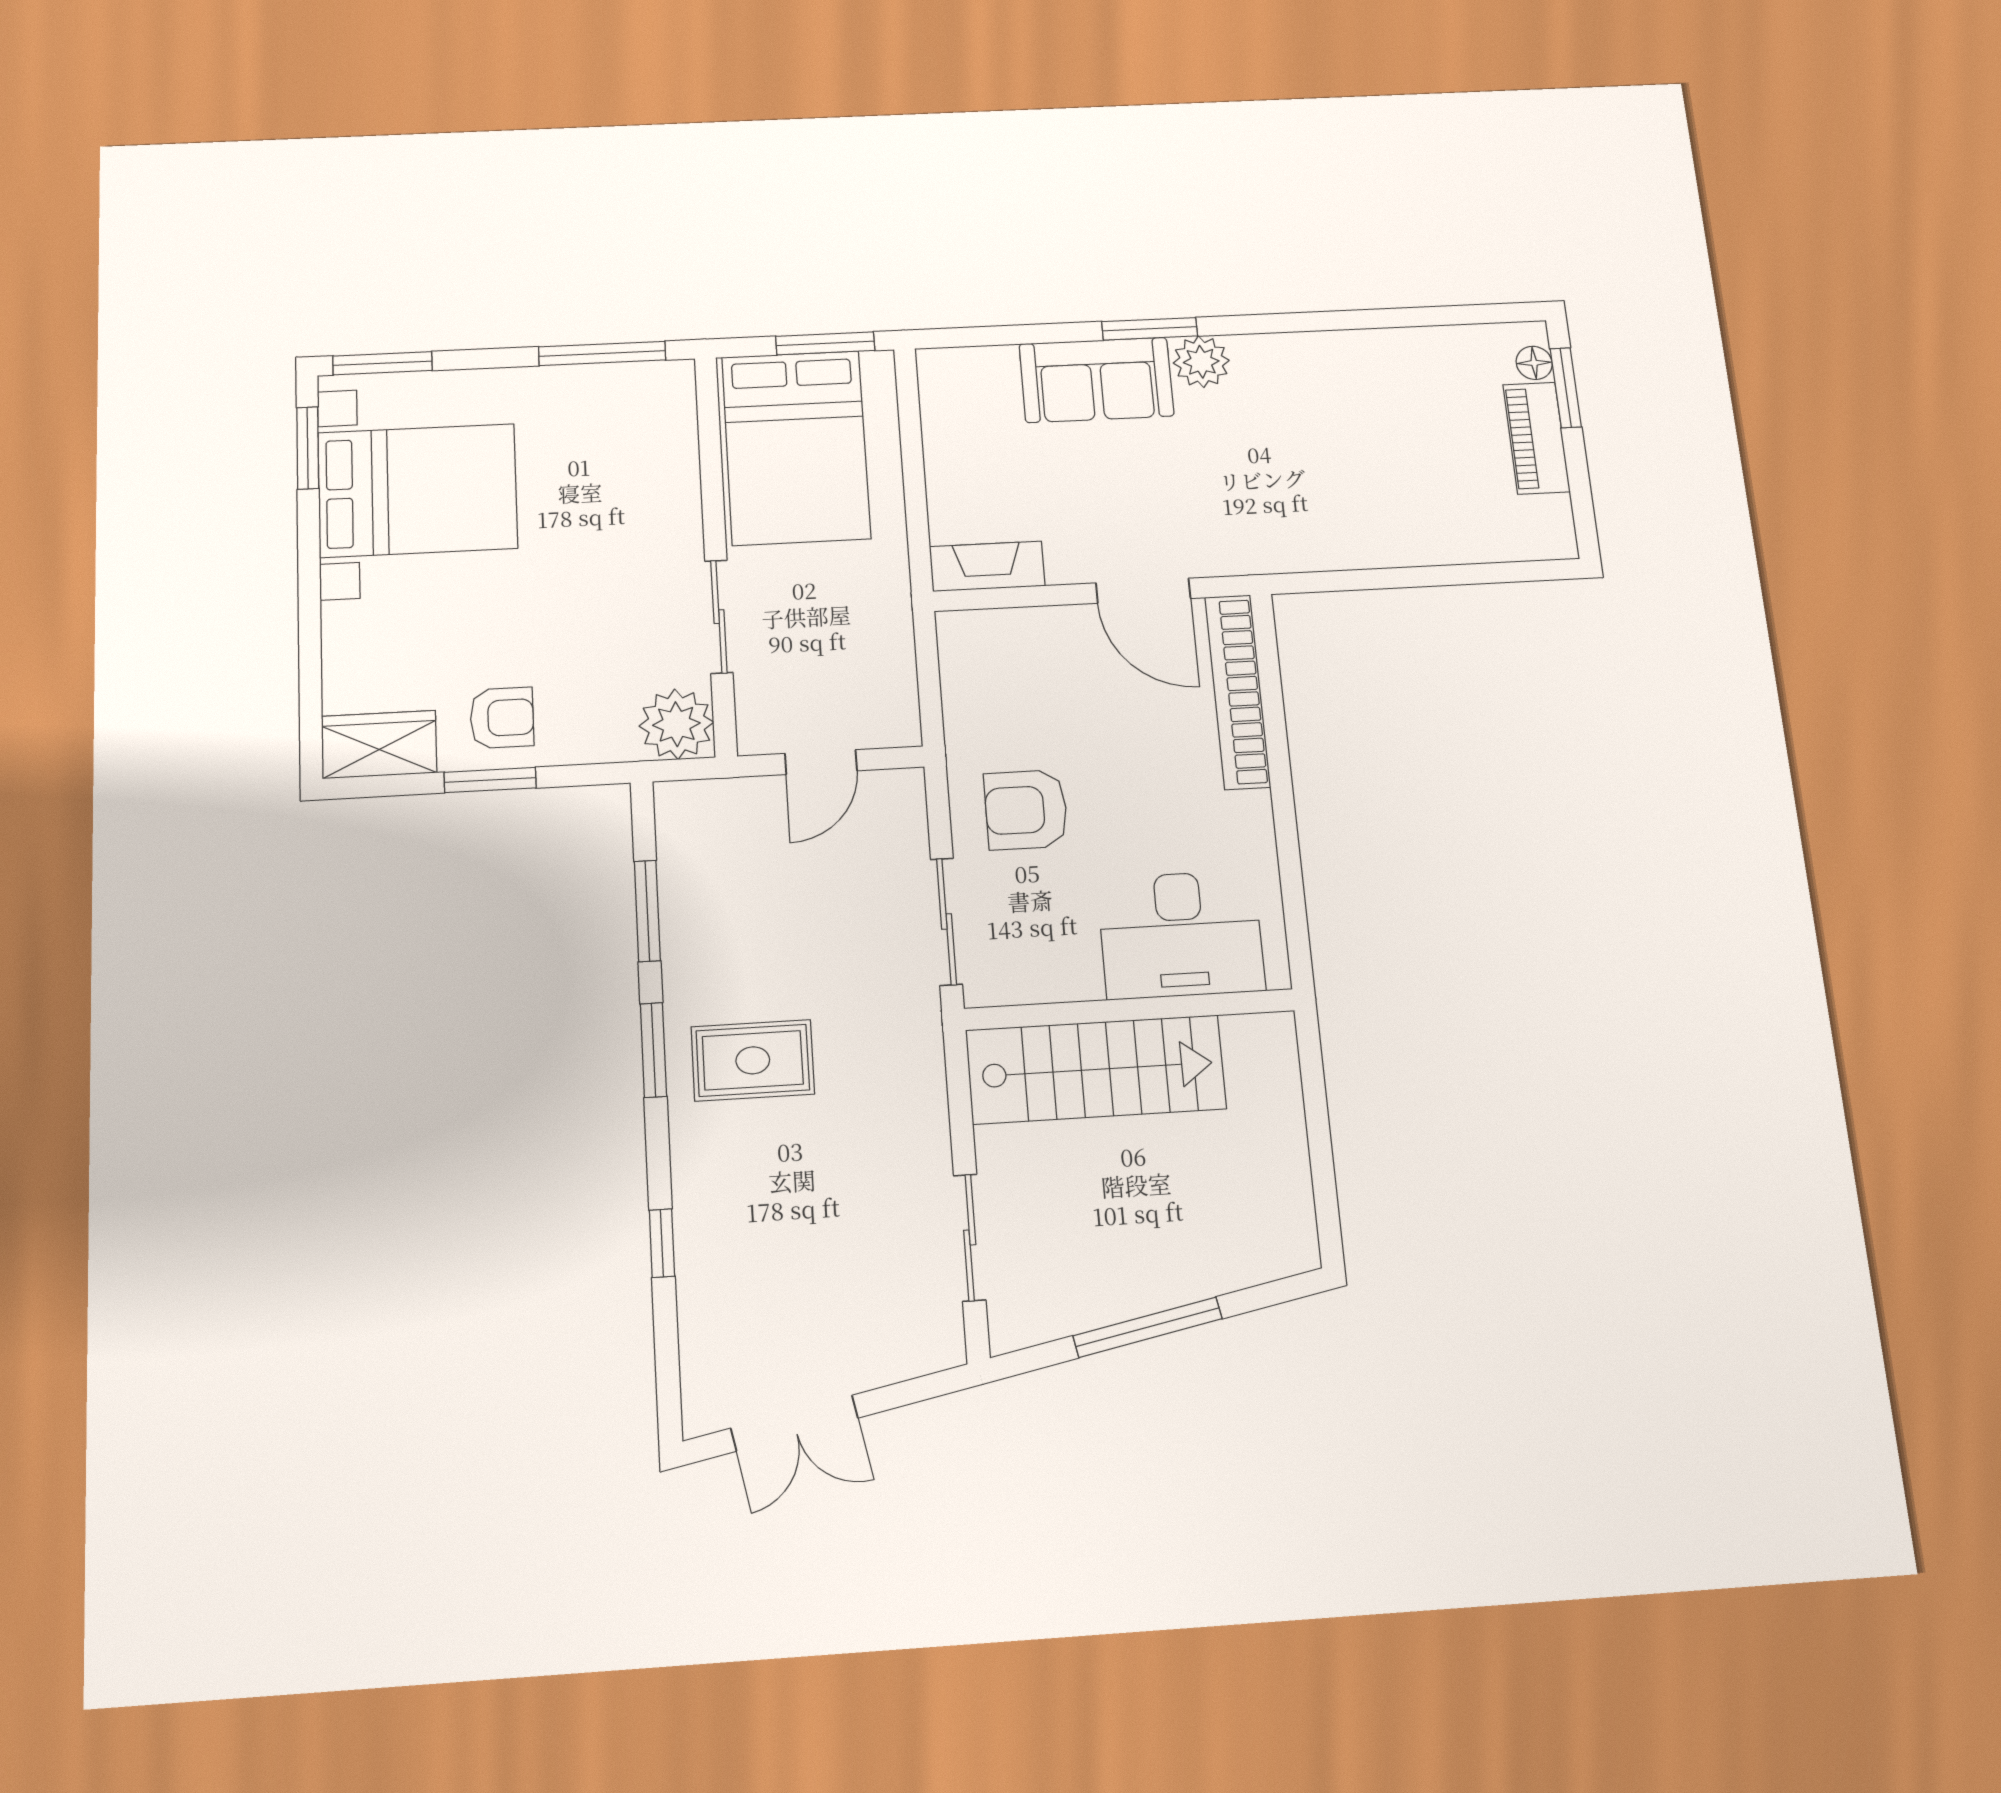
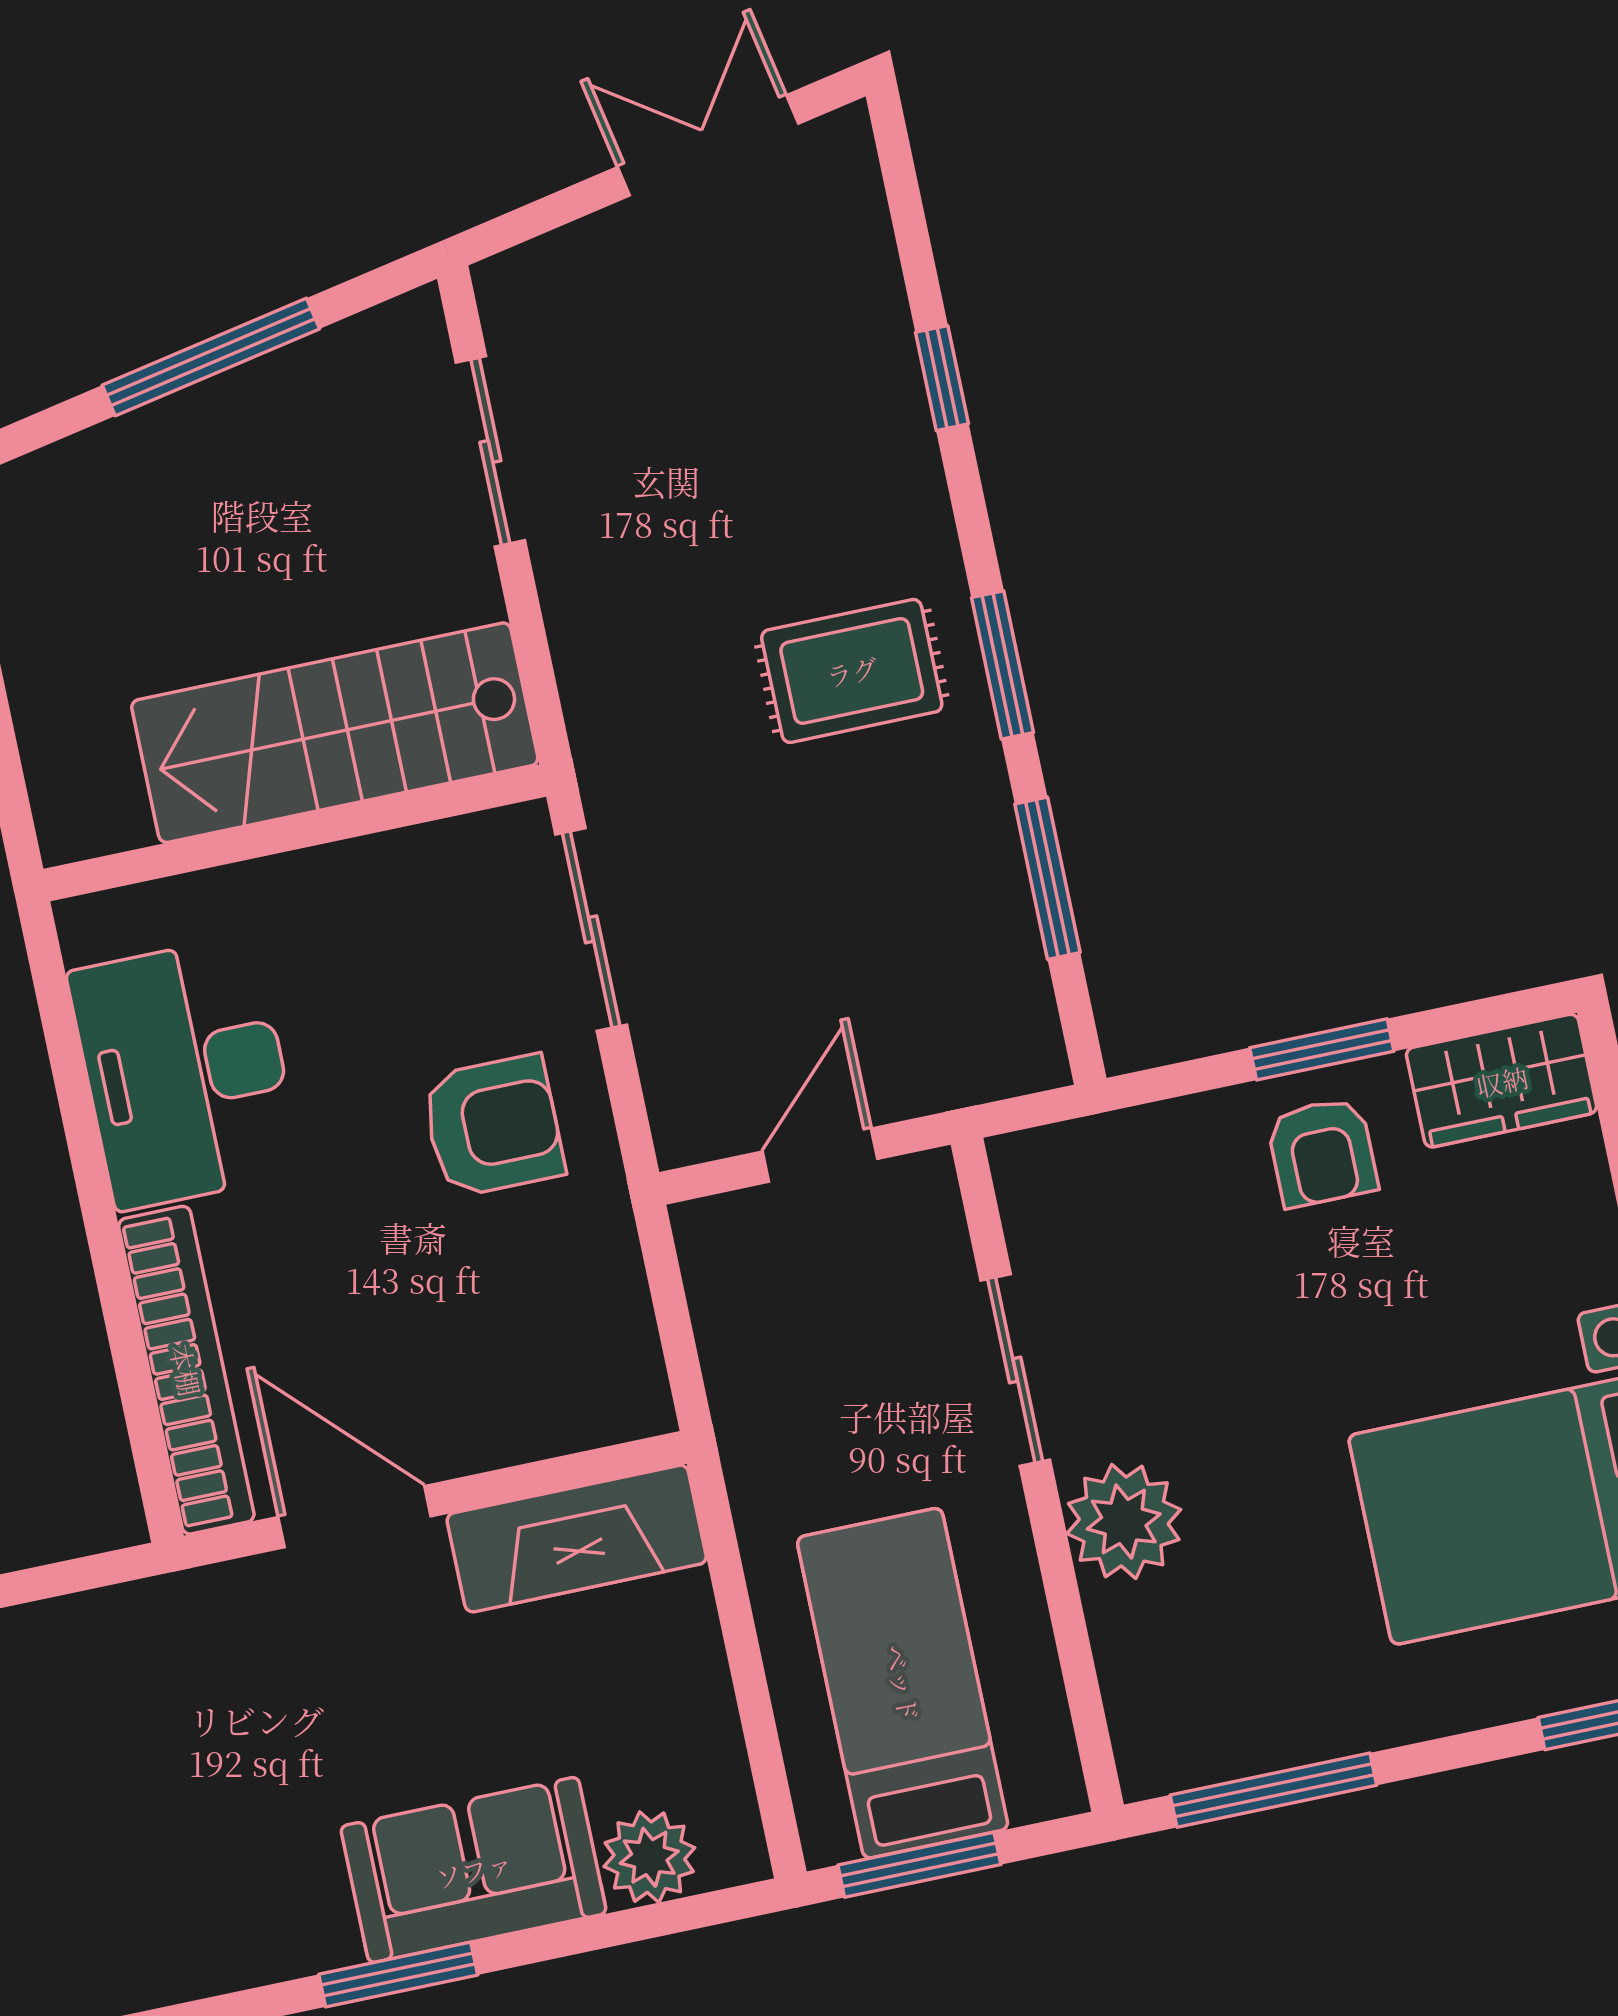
plant: (1201, 362) -> (649, 1857), moved
bed: (796, 447) -> (903, 1683), width x0.67
fireplace: (987, 566) -> (577, 1539), width x1.37, depth x1.32
armchair: (502, 718) -> (1322, 1152), turned -90
plant: (676, 724) -> (1124, 1522), moved
desk: (1181, 934) -> (185, 1073), moved, turned -90

